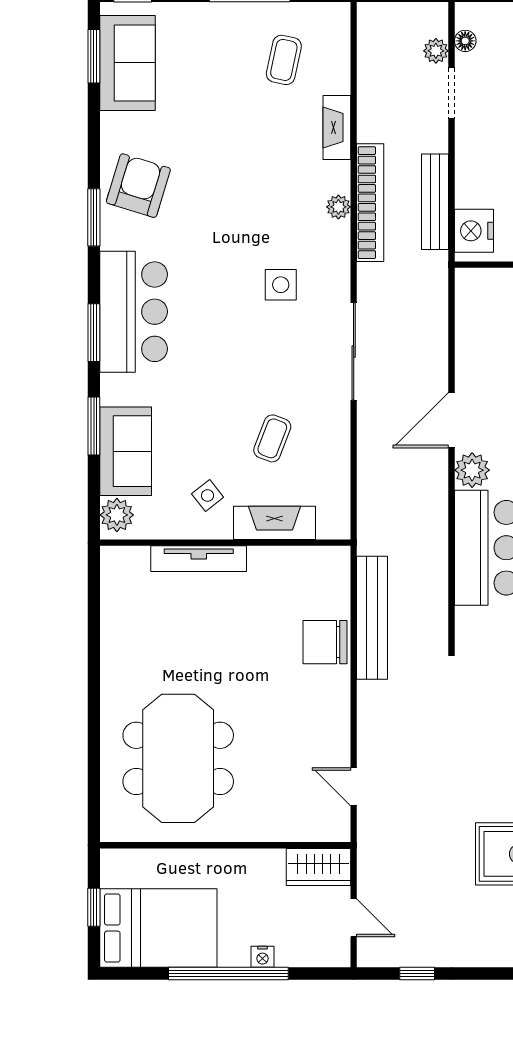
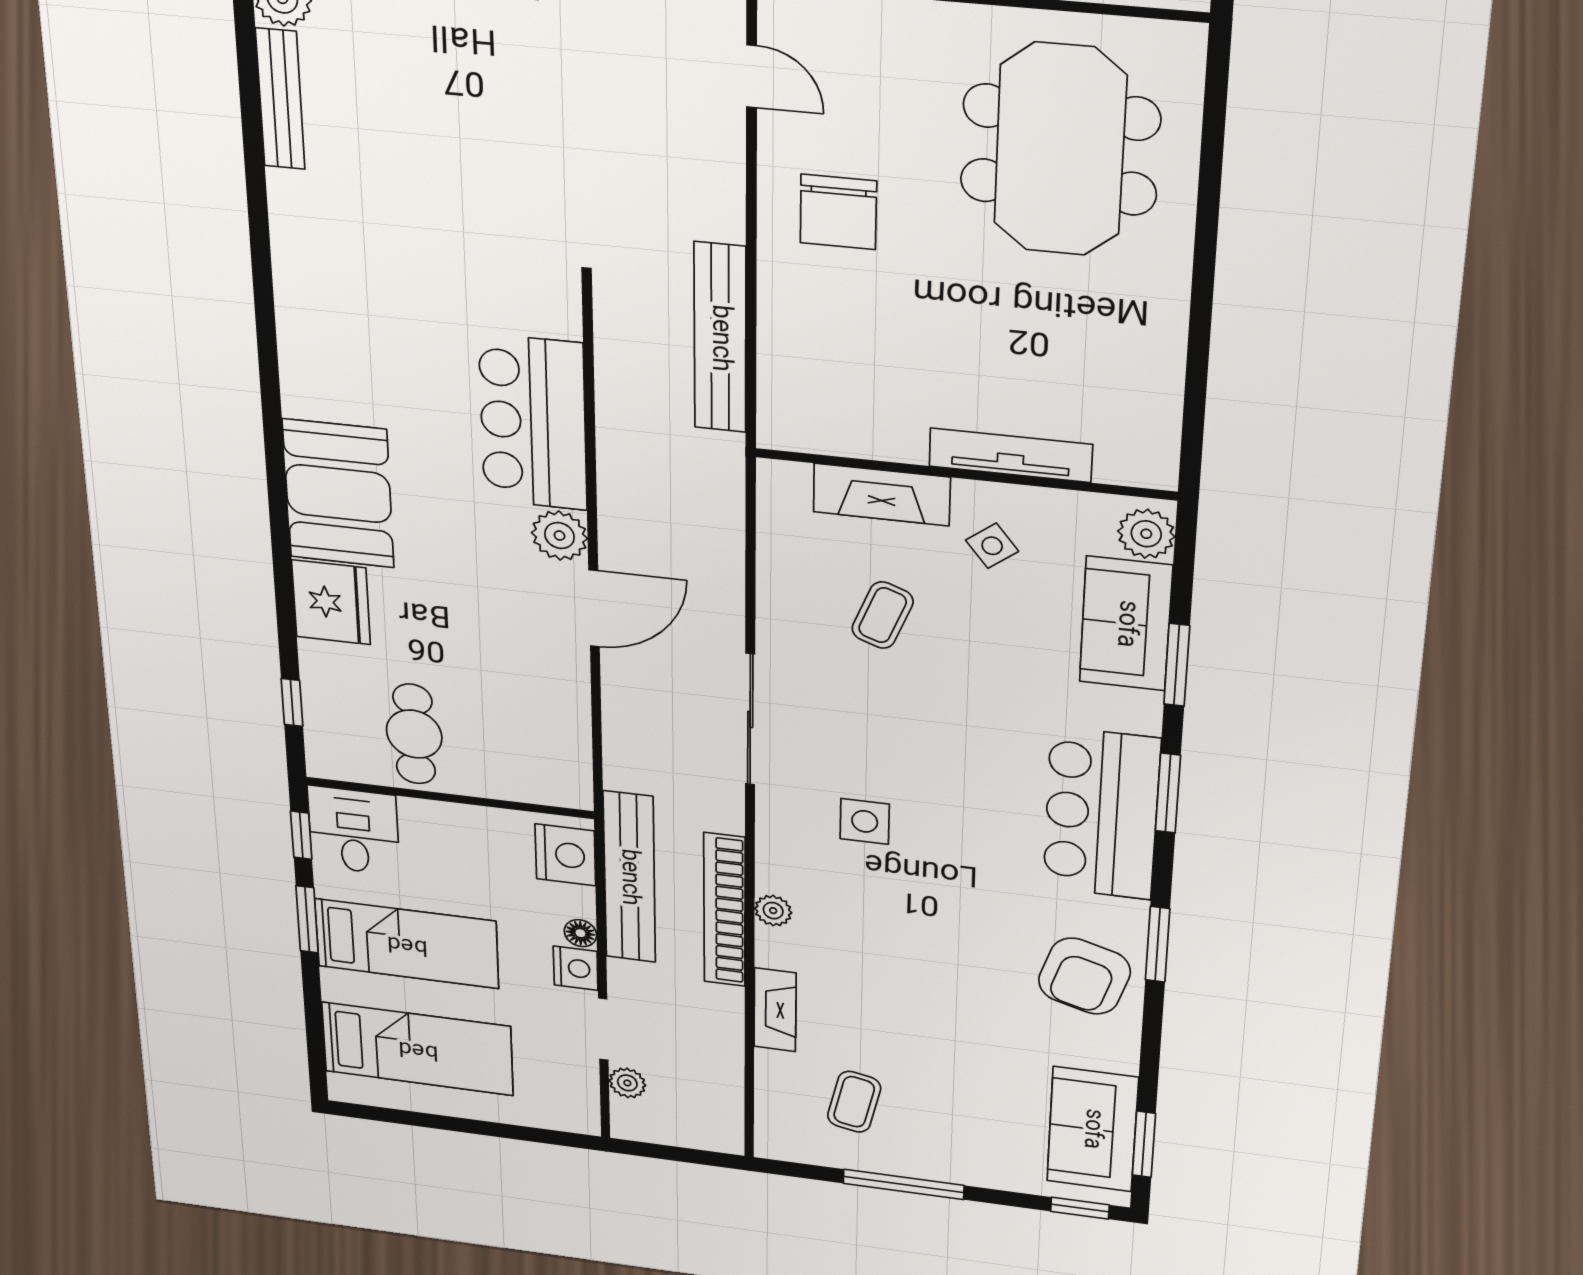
floor lamp: (465, 41) -> (580, 933), moved
nightstand: (469, 141) -> (576, 968), added
bench: (435, 202) -> (629, 877), width x1.37, depth x1.21
chair: (325, 642) -> (838, 212), moved, turned 90

